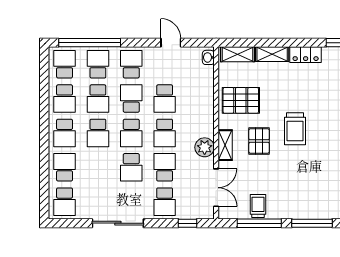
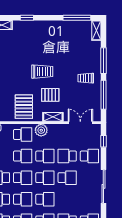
school desk: (131, 99) -> (23, 178), turned 180
school desk: (198, 99) -> (23, 134), added
plant: (205, 147) -> (41, 130), moved
trolley: (258, 206) -> (86, 78), moved

